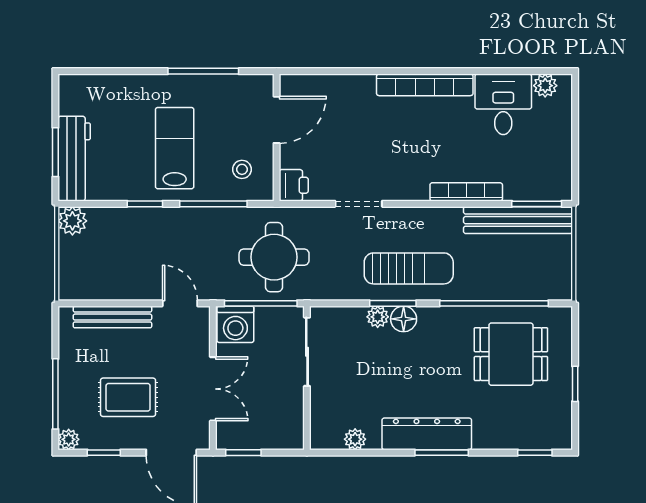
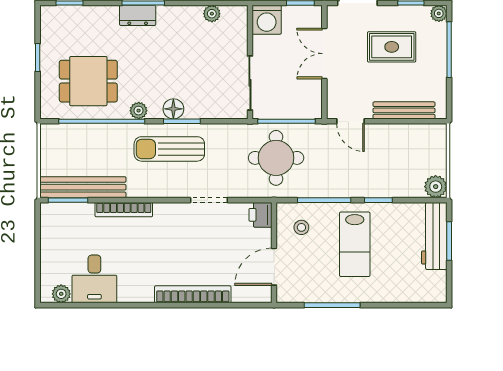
bookcase: (425, 85) -> (193, 294), moved
plant: (378, 317) -> (139, 111), moved
washing machine: (235, 324) -> (267, 20), moved, turned 180
dresser: (427, 434) -> (138, 15), width x0.51, depth x0.80

